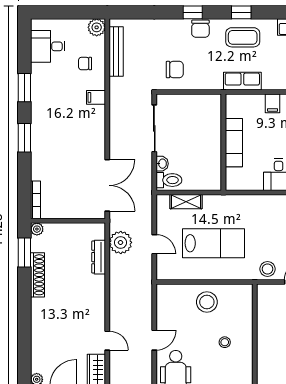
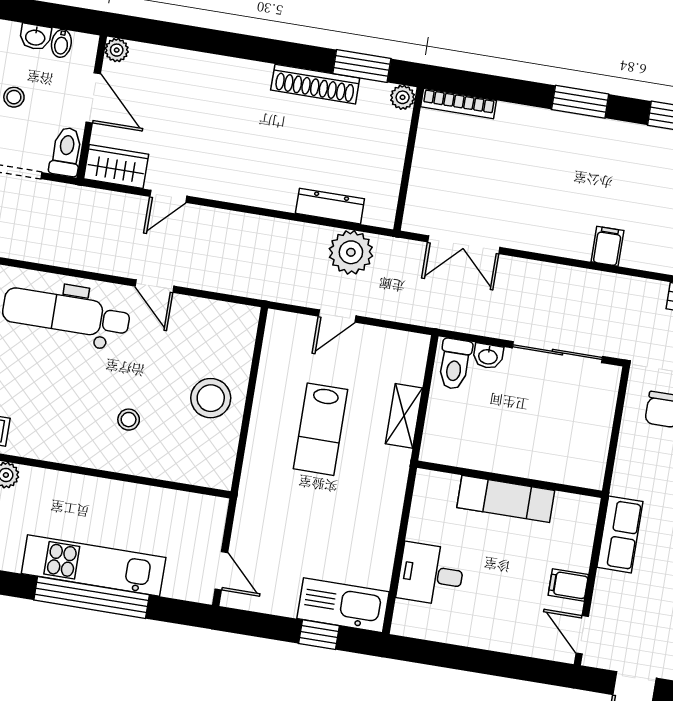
filing cabinet: (96, 97) -> (607, 246), moved
double door: (107, 185) -> (464, 245), width x0.73
shelving: (186, 202) -> (404, 416), moved
lab bench: (214, 243) -> (321, 429), width x0.73, depth x0.72
stool: (267, 269) -> (255, 524), removed

